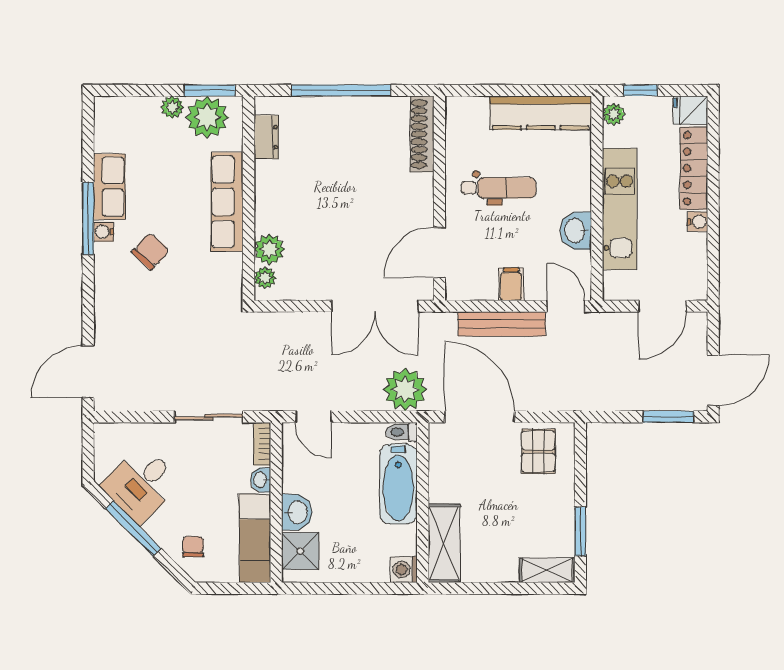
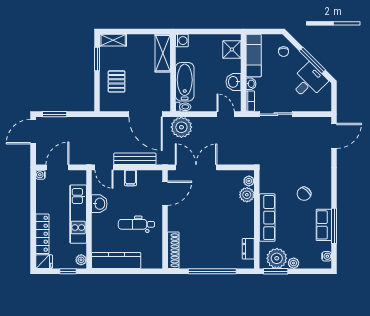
window: (88, 218) -> (334, 226), moved
water cooler: (698, 222) -> (41, 175), moved
water cooler: (104, 232) -> (327, 256), moved
pallet: (538, 452) -> (117, 81), moved
washbasin: (297, 512) -> (234, 82), moved

